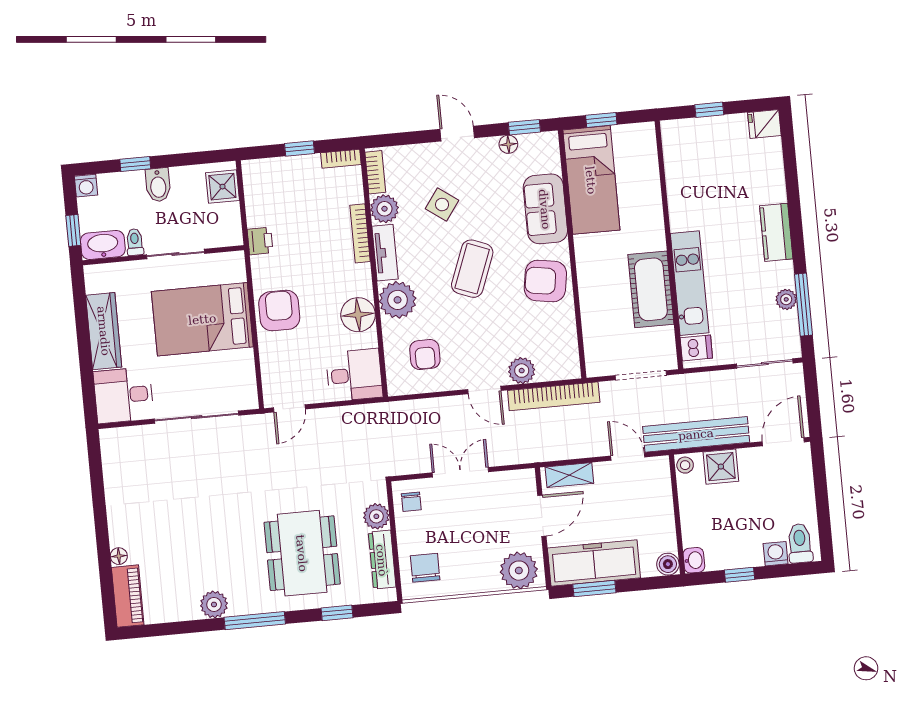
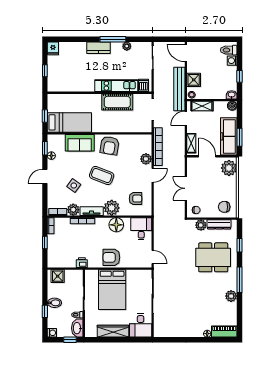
window: (803, 305) -> (113, 39), moved
shelving: (660, 492) -> (202, 106), added

